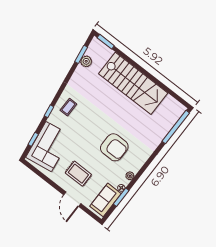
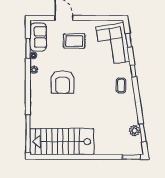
stairs: (133, 83) -> (62, 142), moved
armchair: (114, 147) -> (63, 82), turned -90

